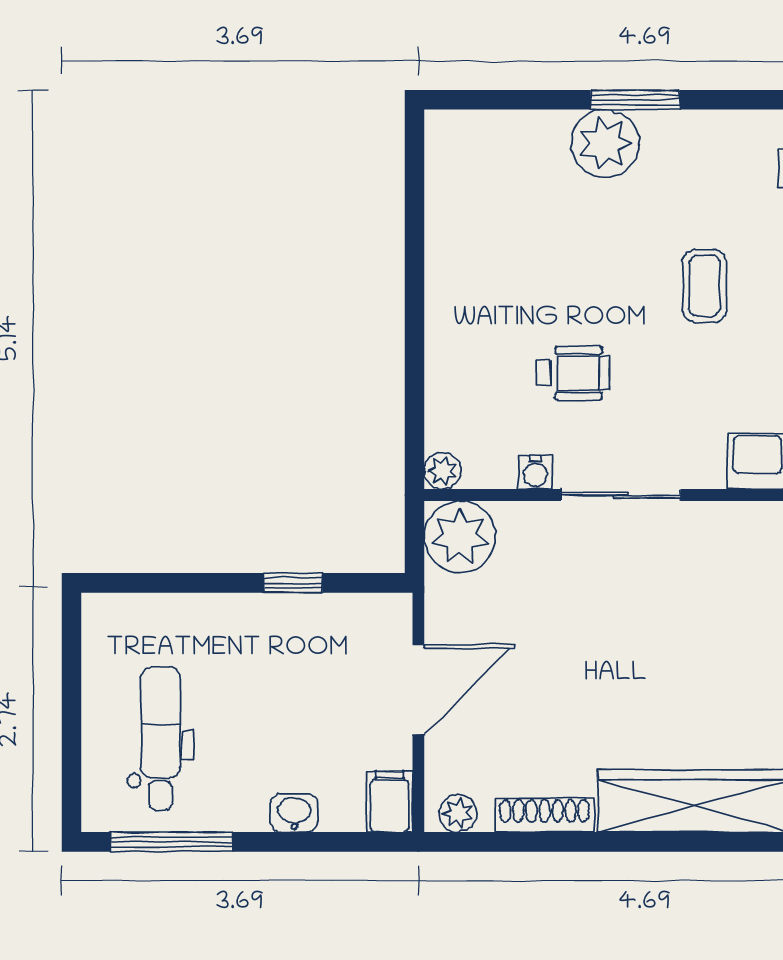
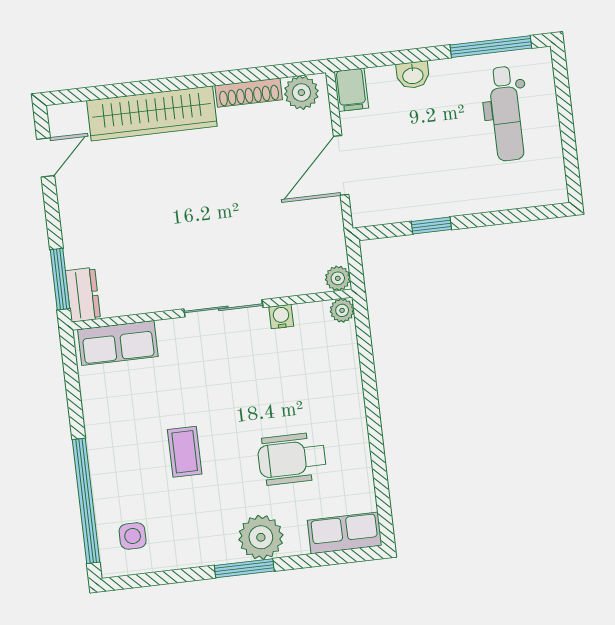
row of seats: (478, 135) -> (345, 533), added
wheelchair: (573, 373) -> (292, 459), moved, width x1.36, depth x1.37
plant: (460, 537) -> (338, 278), width x0.53, depth x0.53
plant: (458, 813) -> (301, 93), width x1.38, depth x1.38

